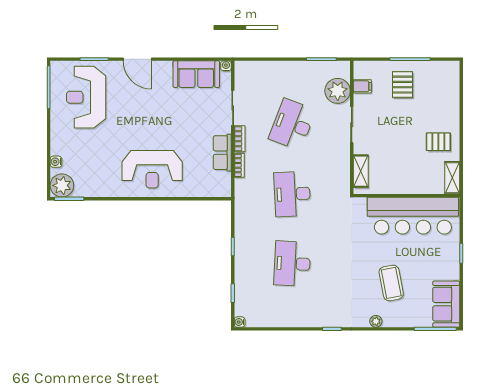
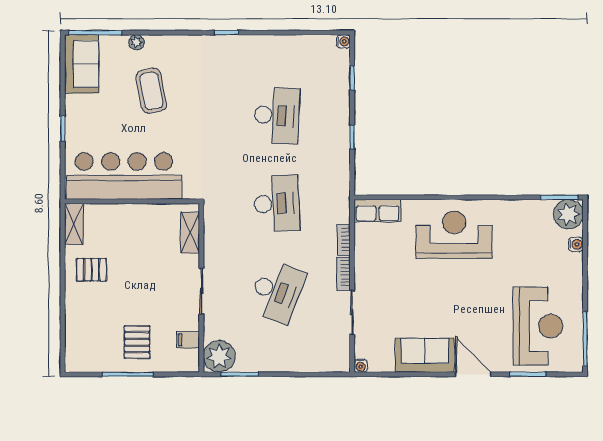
sofa: (196, 74) -> (425, 355), moved
plant: (338, 91) -> (219, 356), moved
row of seats: (222, 153) -> (378, 211), moved, turned 90
plant: (376, 321) -> (136, 42), moved

